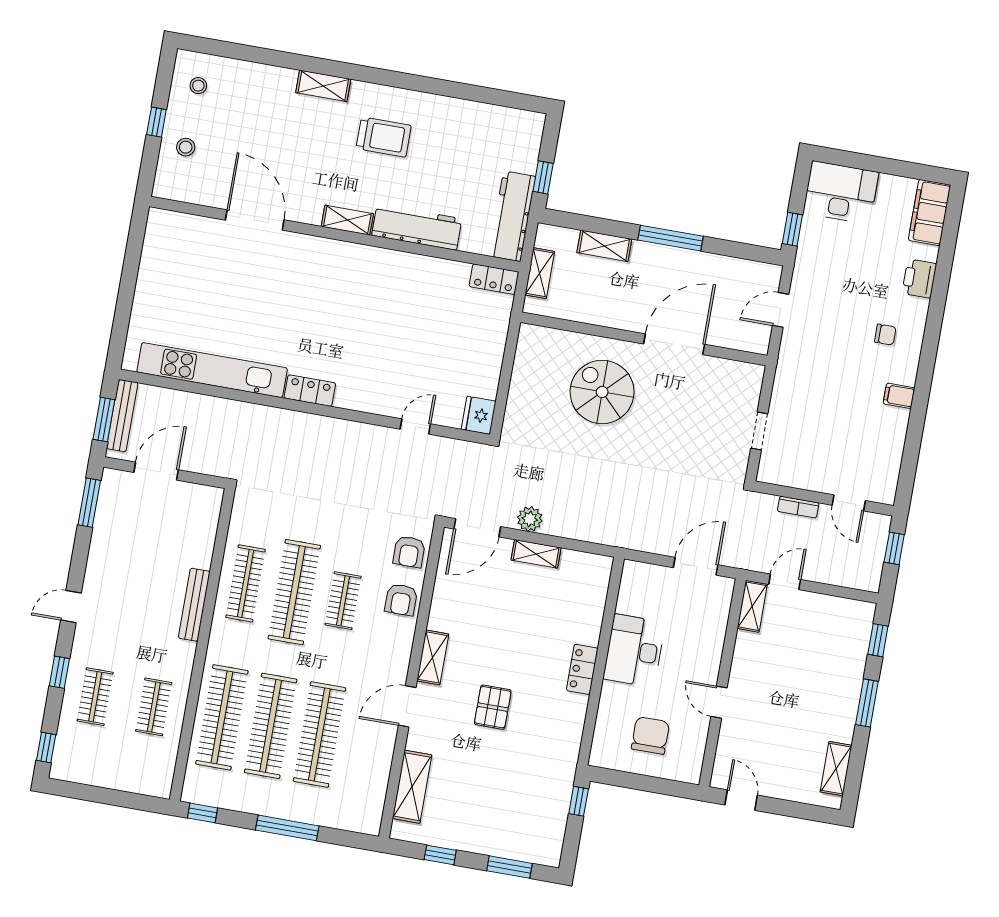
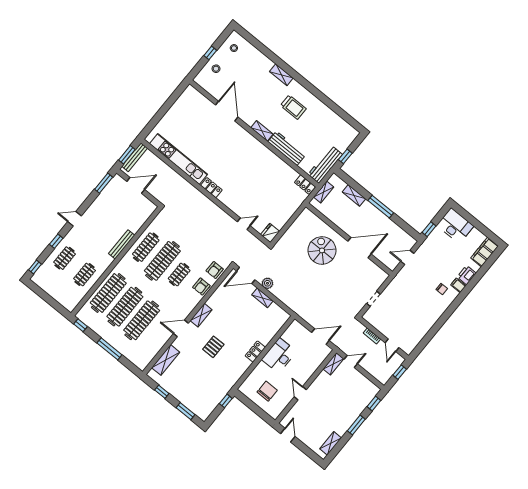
filing cabinet: (899, 396) -> (458, 285), moved

